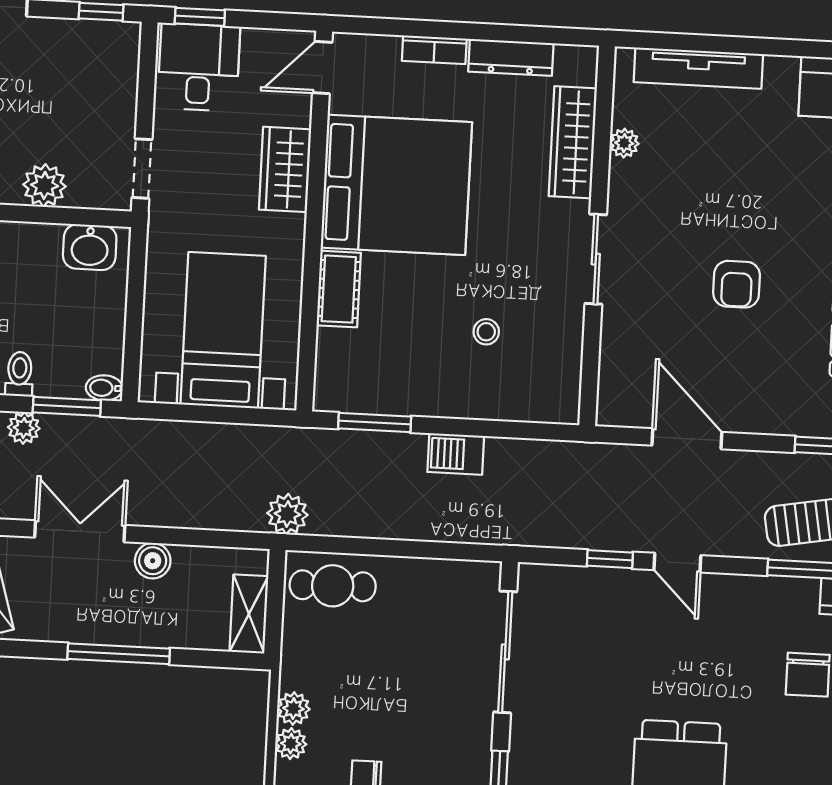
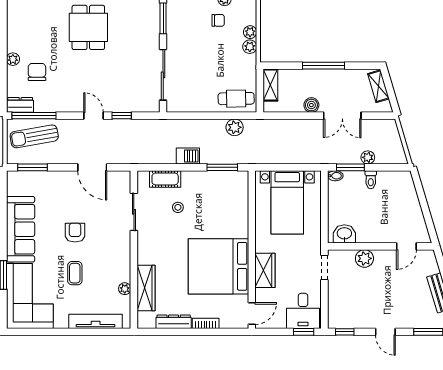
coffee table: (742, 187) -> (75, 273), added
sliding door: (596, 259) -> (134, 212), moved
cot: (339, 289) -> (165, 179), moved, turned 90
plant: (287, 514) -> (235, 127), moved

